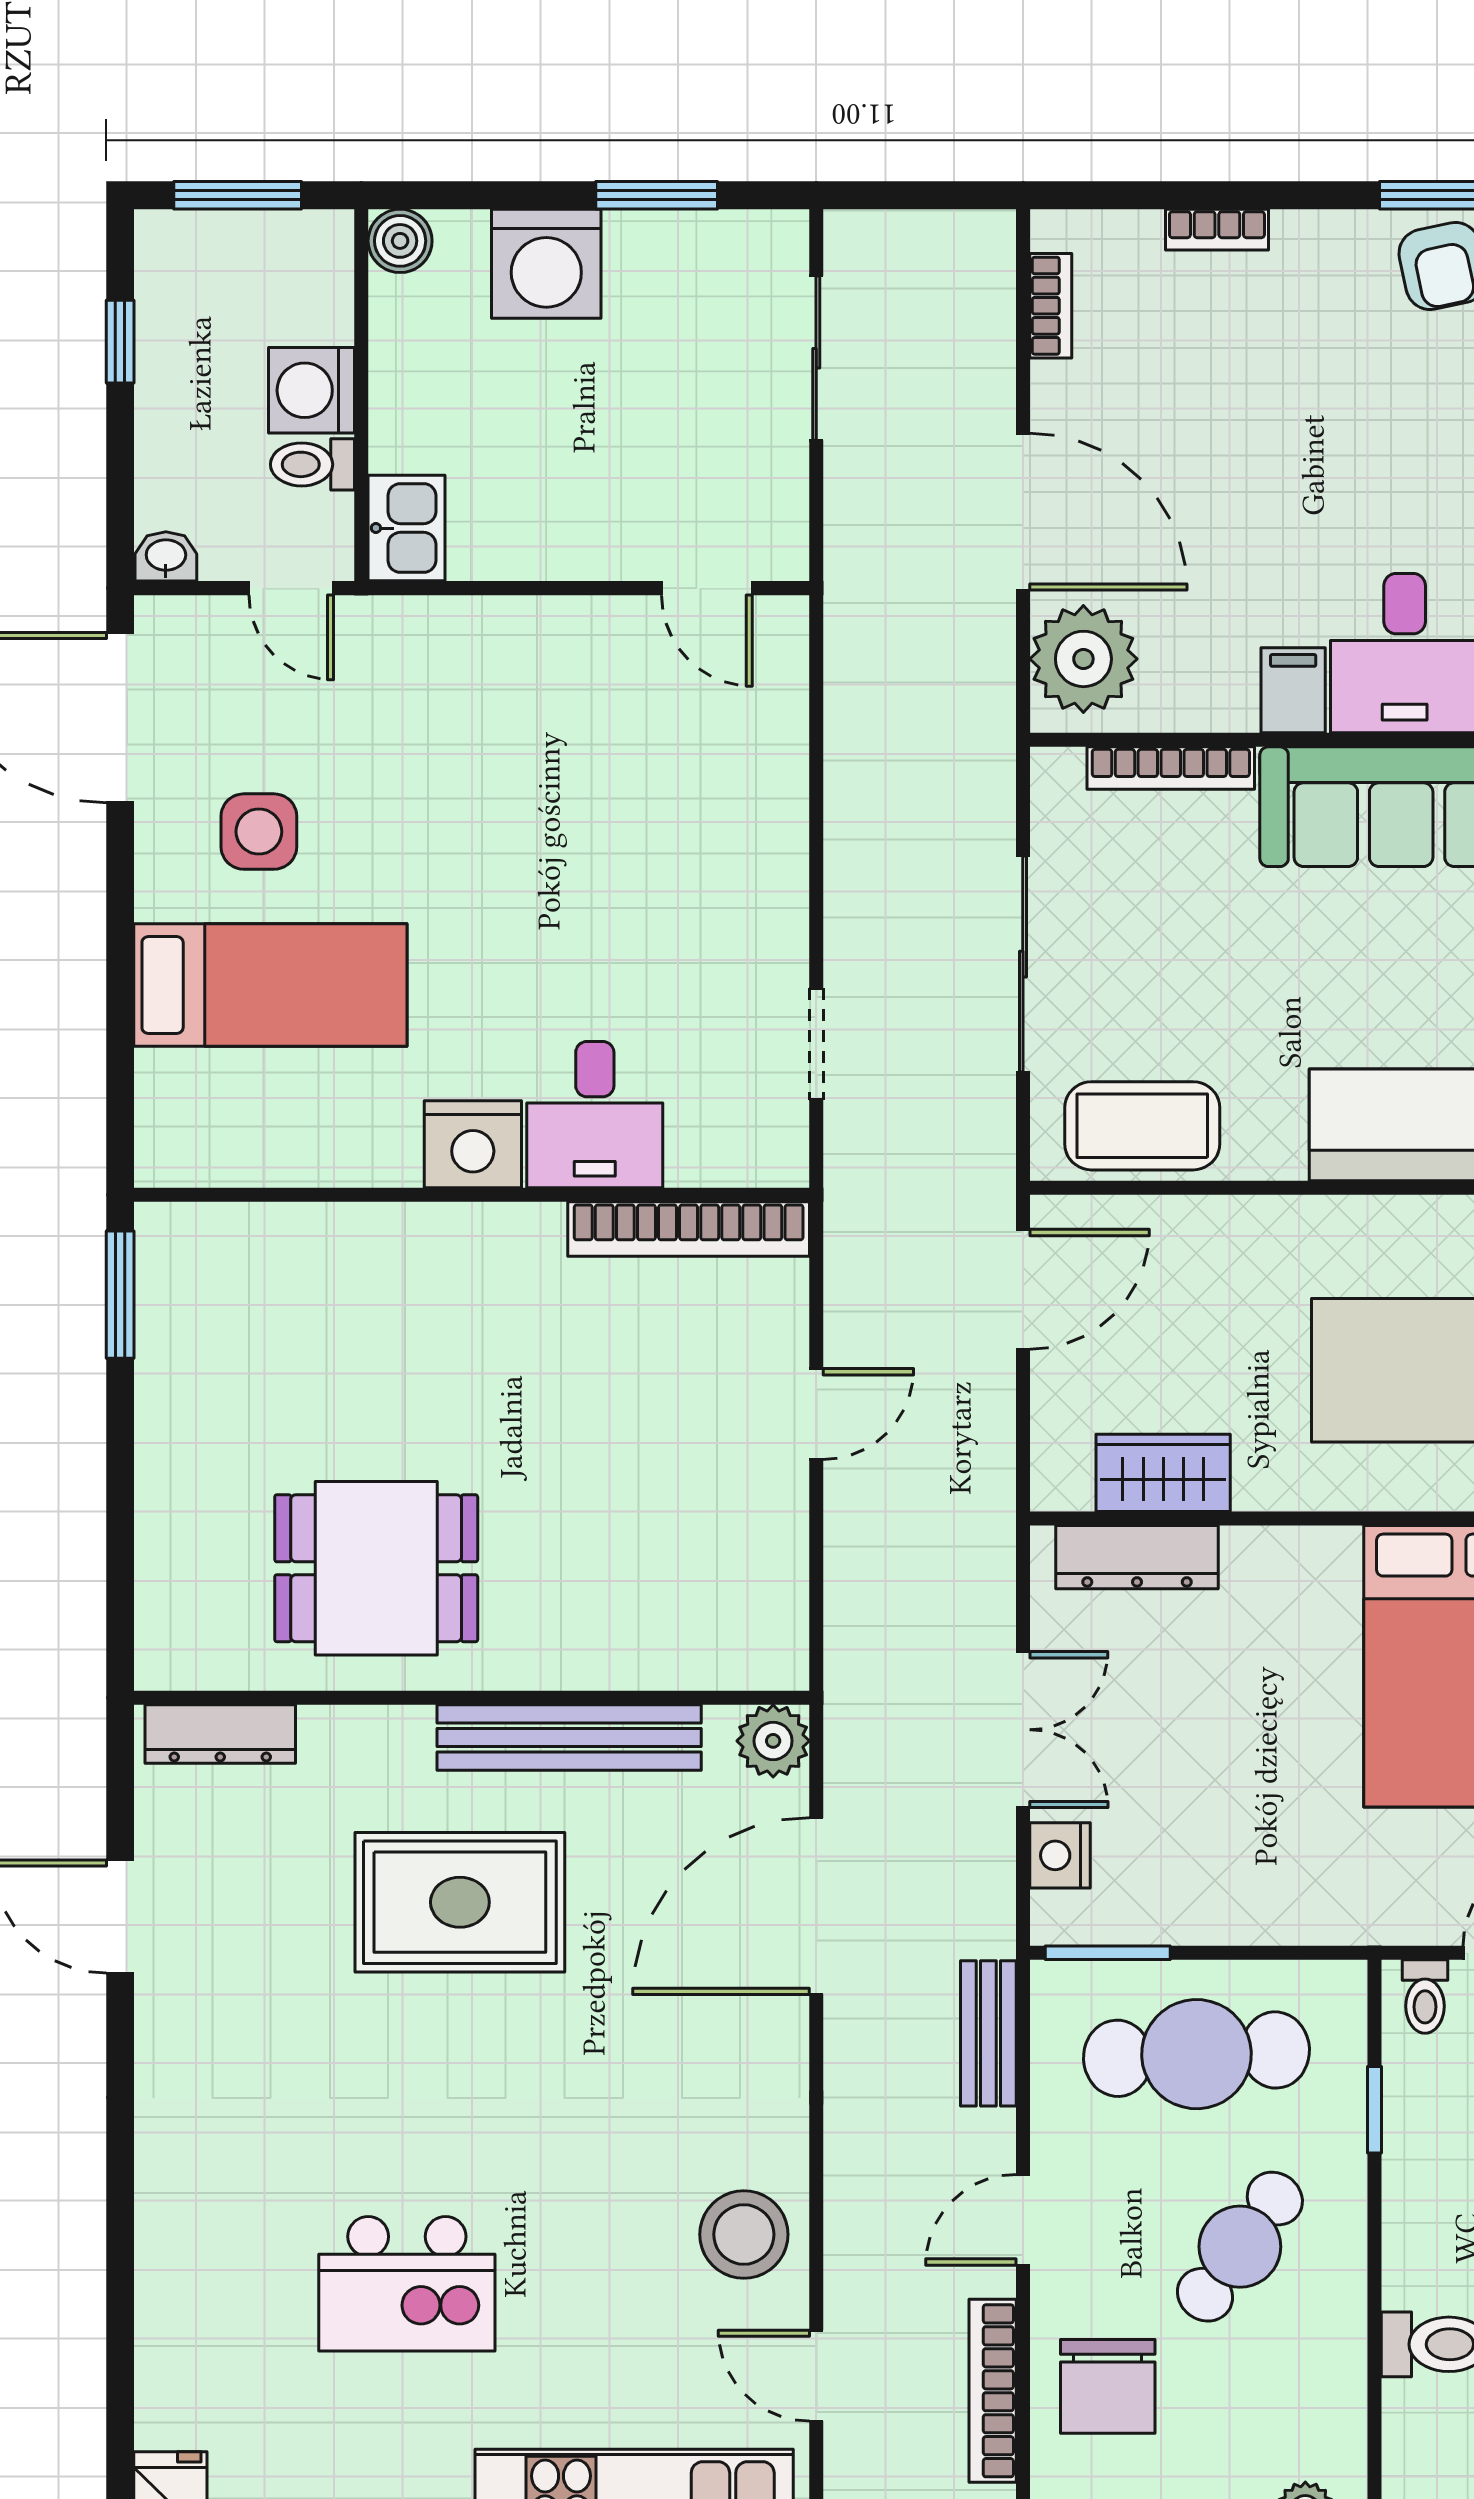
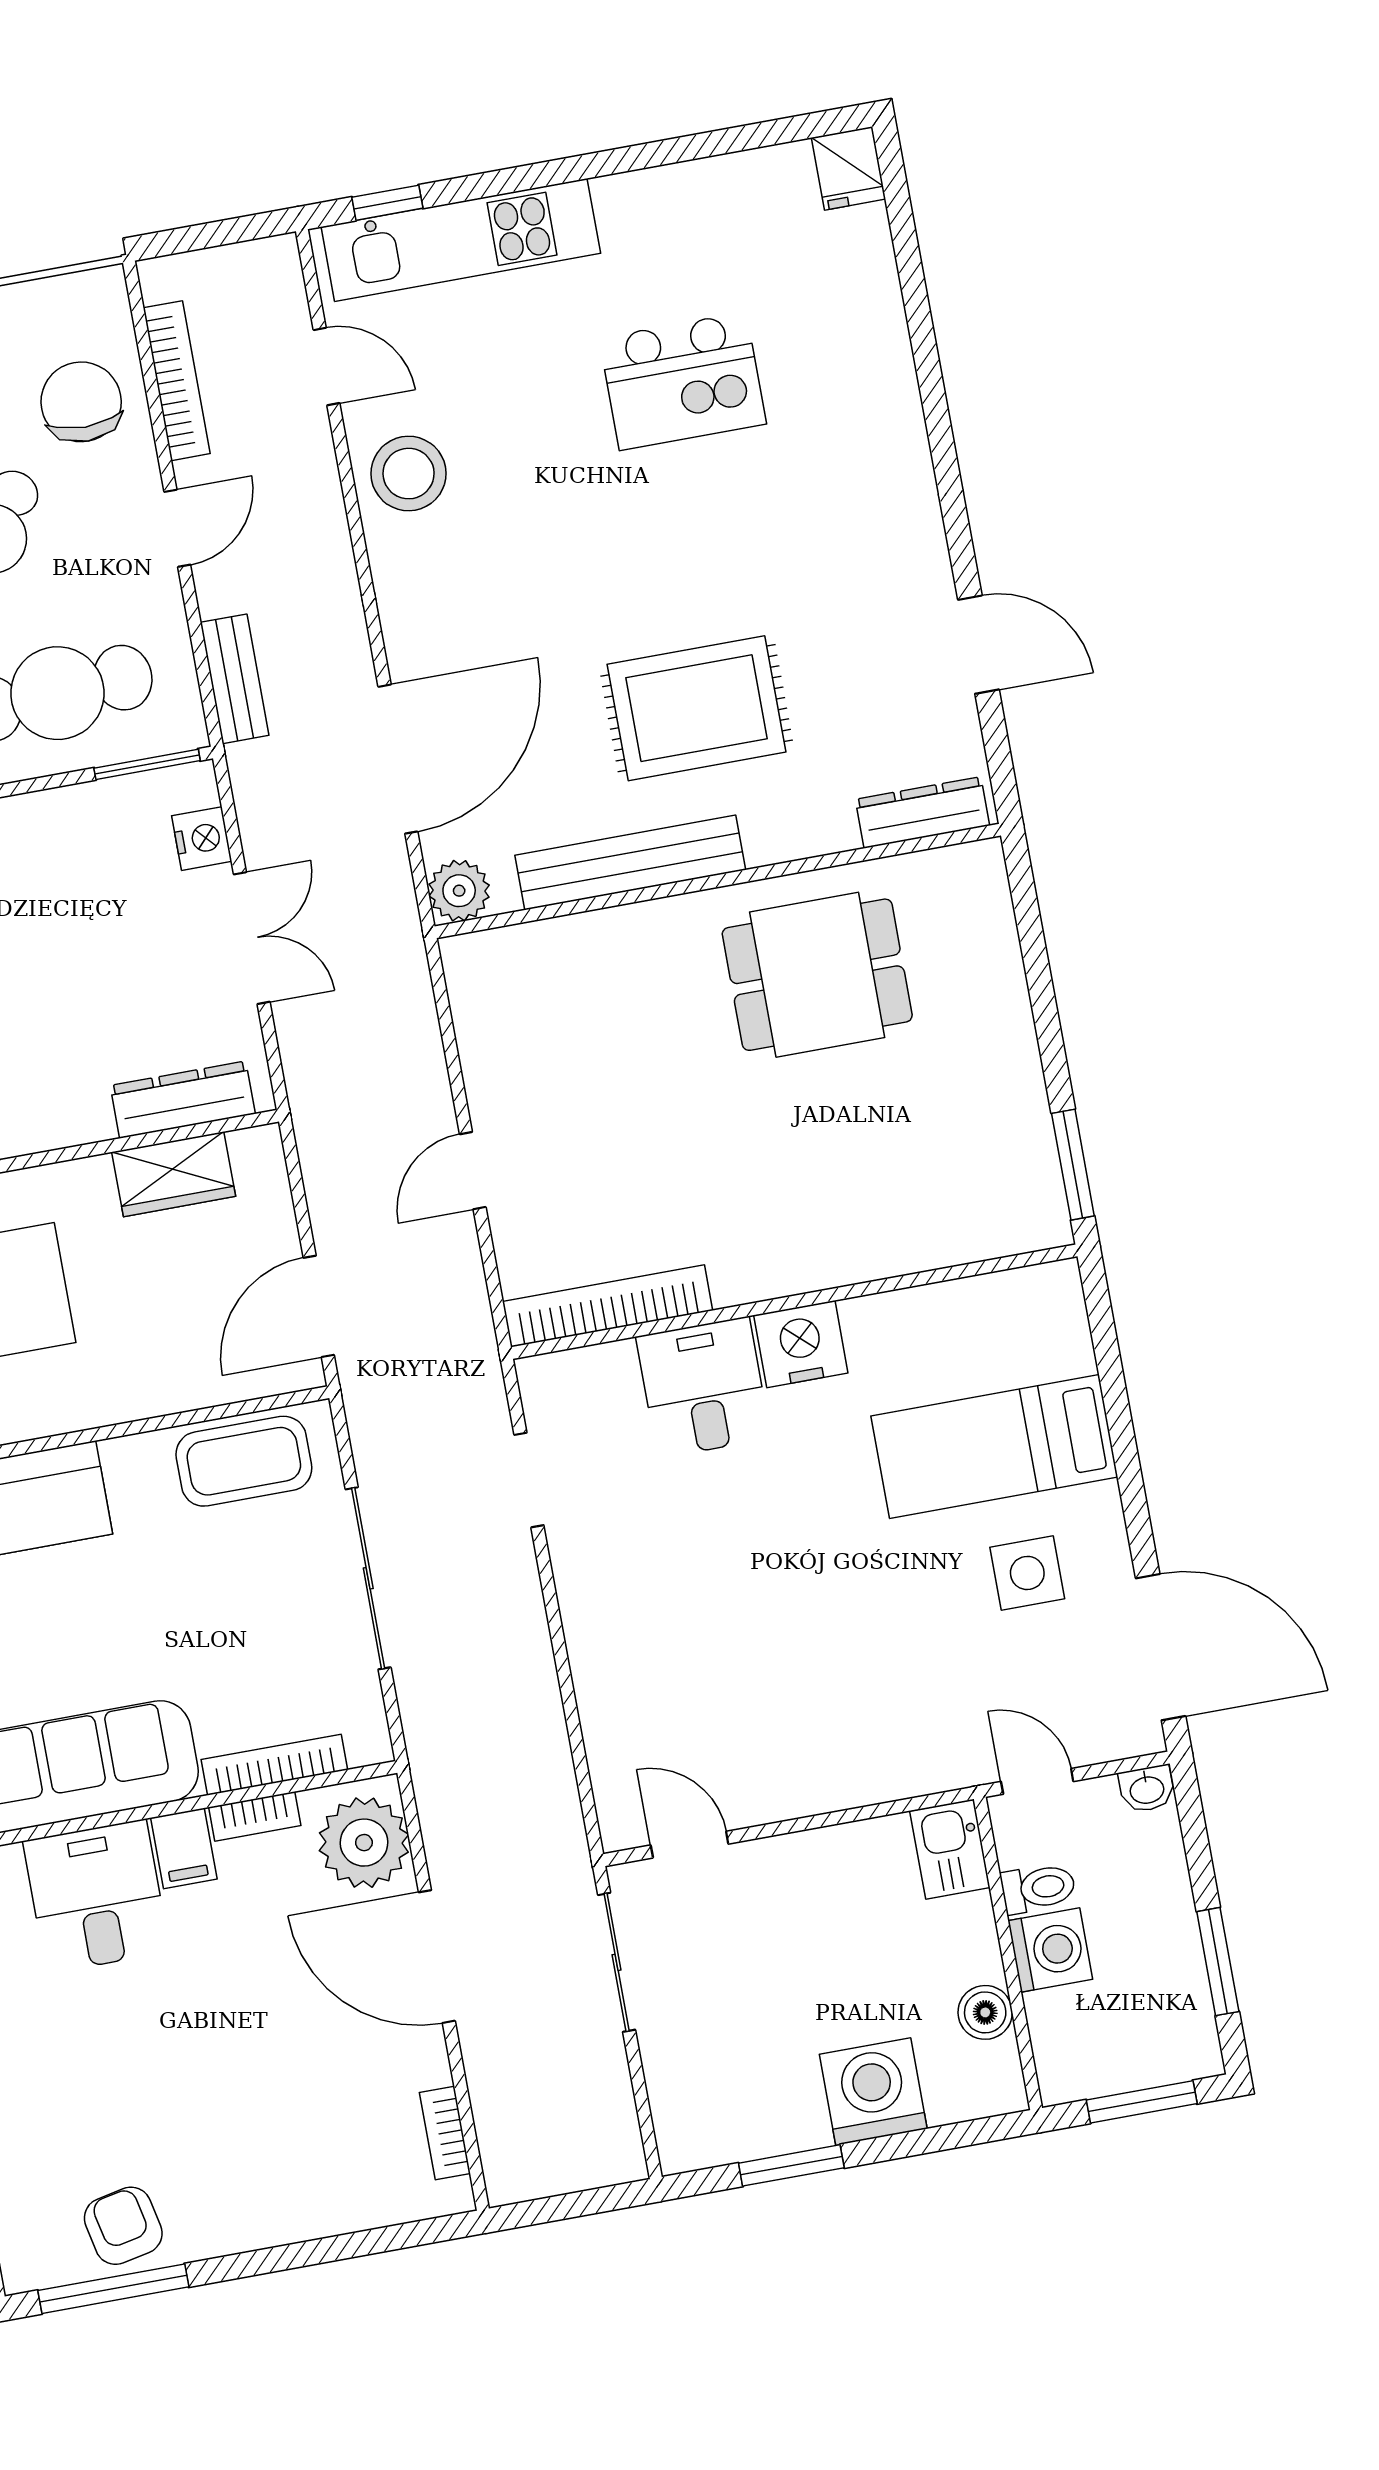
bookcase: (1217, 230) -> (255, 1816), moved, turned 180
boiler: (400, 241) -> (985, 2012), moved
window: (120, 342) -> (1218, 1962), width x1.50
sliding door: (816, 358) -> (617, 1962), moved
double door: (1023, 1730) -> (252, 938), swing flipped
kitchen island: (407, 2284) -> (683, 381), turned 180

